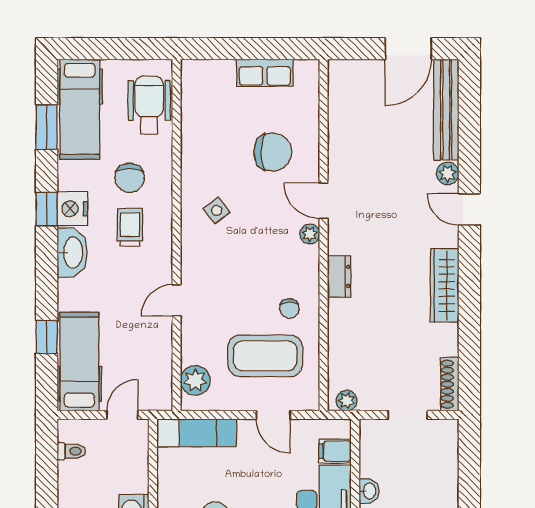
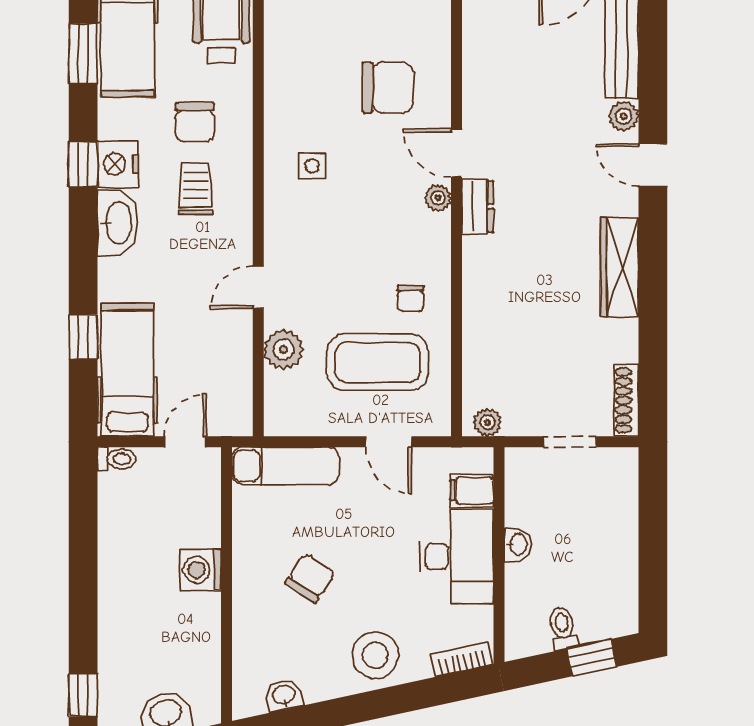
side table: (217, 210) -> (312, 166), turned 37
dresser: (339, 276) -> (478, 207), moved
plant: (195, 380) -> (284, 350), moved
toilet: (71, 451) -> (117, 459), moved

